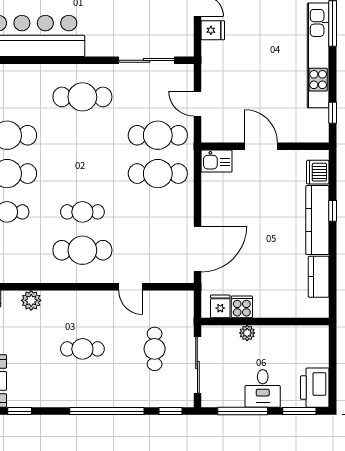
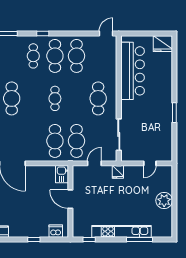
fridge: (213, 30) -> (118, 172), moved
door: (261, 146) -> (70, 199), swing flipped
cafe table: (82, 212) -> (55, 98), moved
kitchen counter: (317, 220) -> (29, 231), removed

